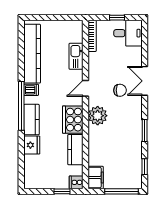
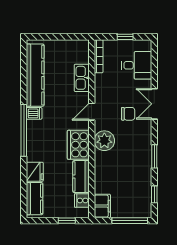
desk: (128, 33) -> (137, 65), moved
kitchen counter: (31, 120) -> (35, 199), moved
cooker: (76, 182) -> (82, 200), moved

